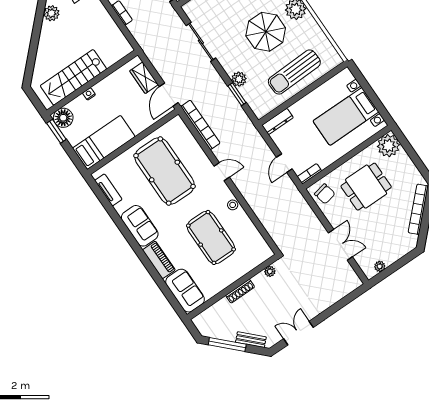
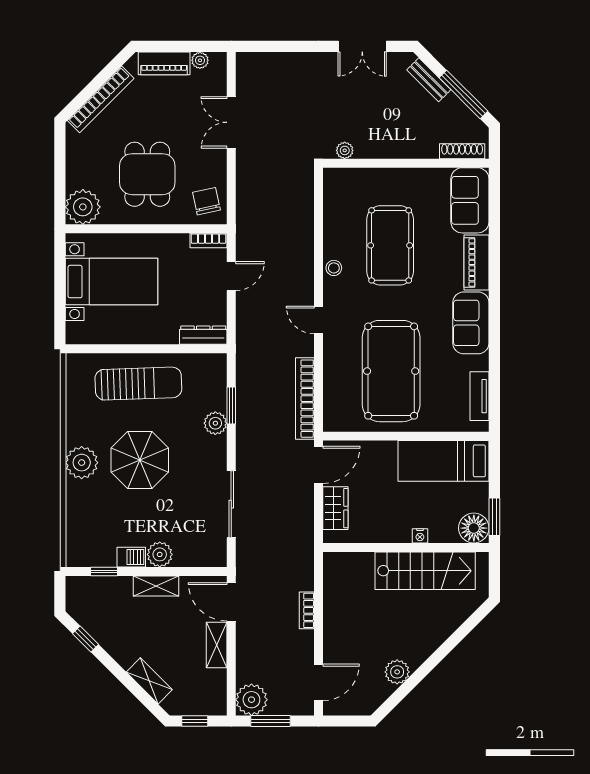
dining table: (366, 187) -> (147, 174), turned 90
piano: (398, 252) -> (164, 63), added
shoe rack: (240, 291) -> (462, 151), moved

